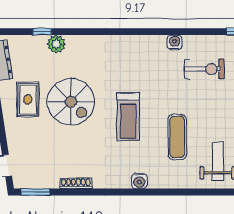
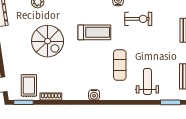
rug: (28, 99) -> (29, 85), moved
treadmill: (128, 116) -> (94, 32), moved, turned -90

